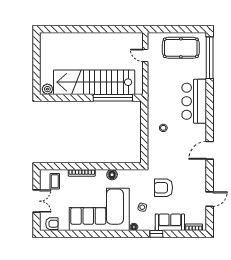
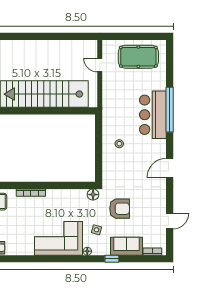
window: (210, 58) -> (170, 110), moved
window: (113, 98) -> (65, 111), removed
floor lamp: (112, 175) -> (93, 195), moved
armchair: (163, 188) -> (120, 209), turned 180
corner sofa: (99, 209) -> (58, 238), width x0.73, depth x0.74

